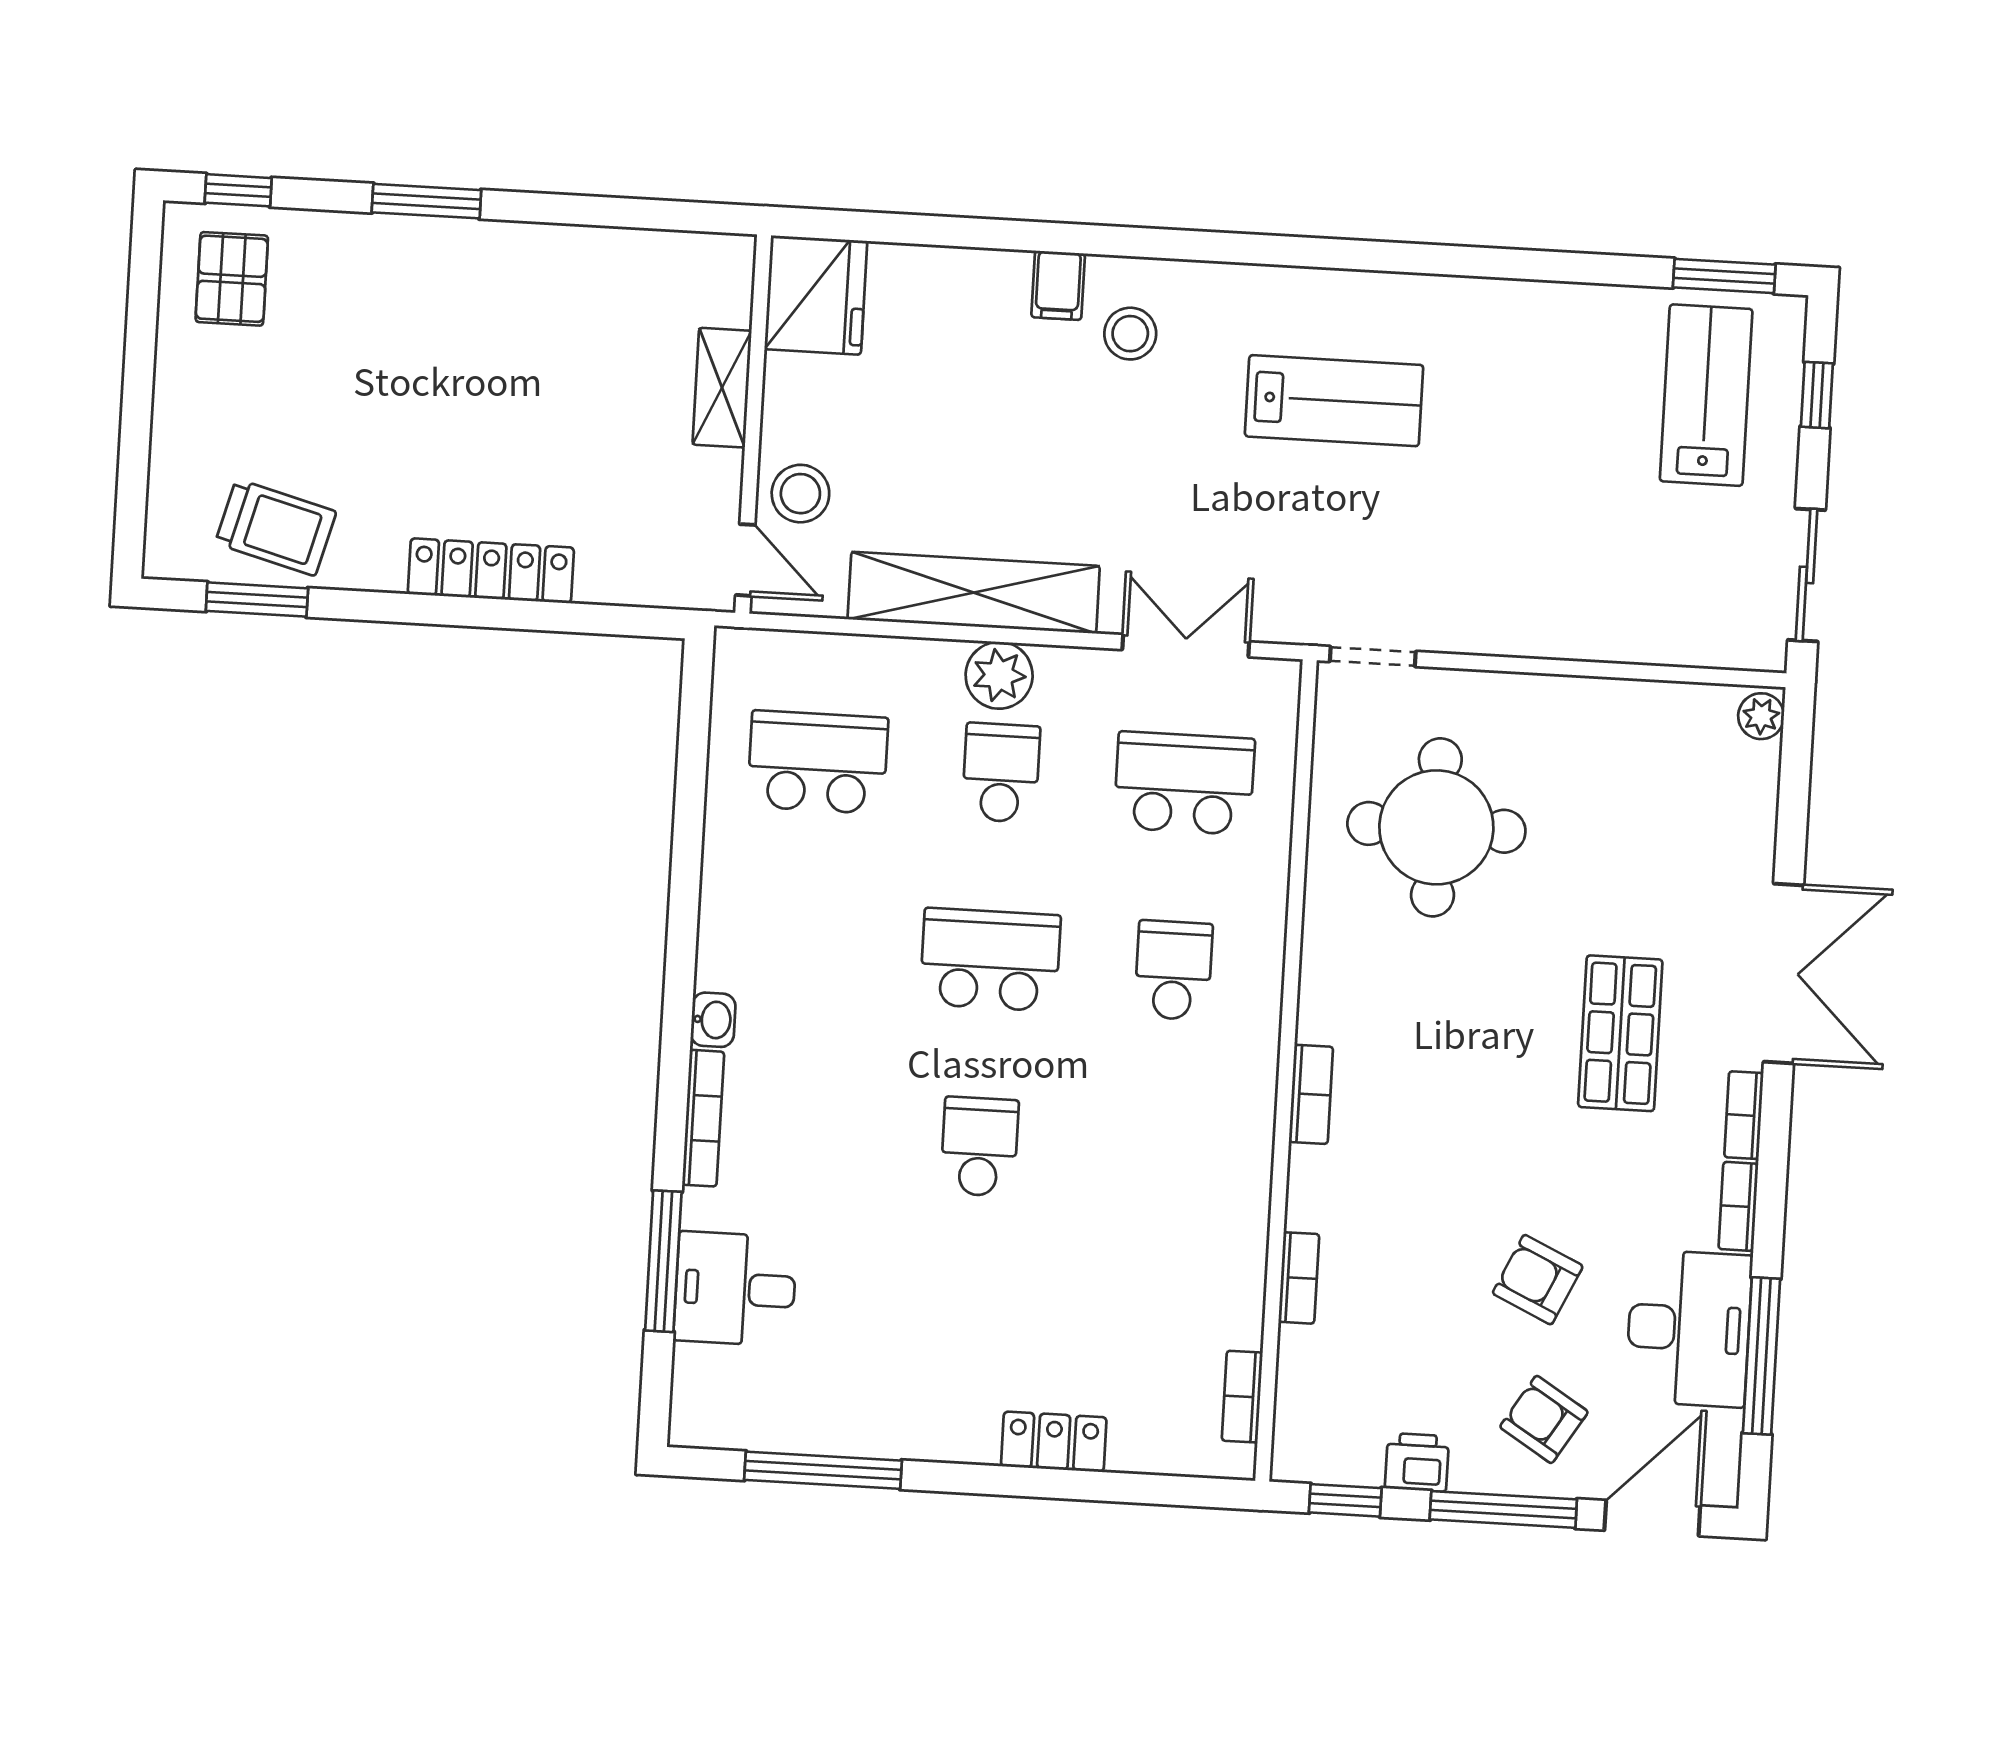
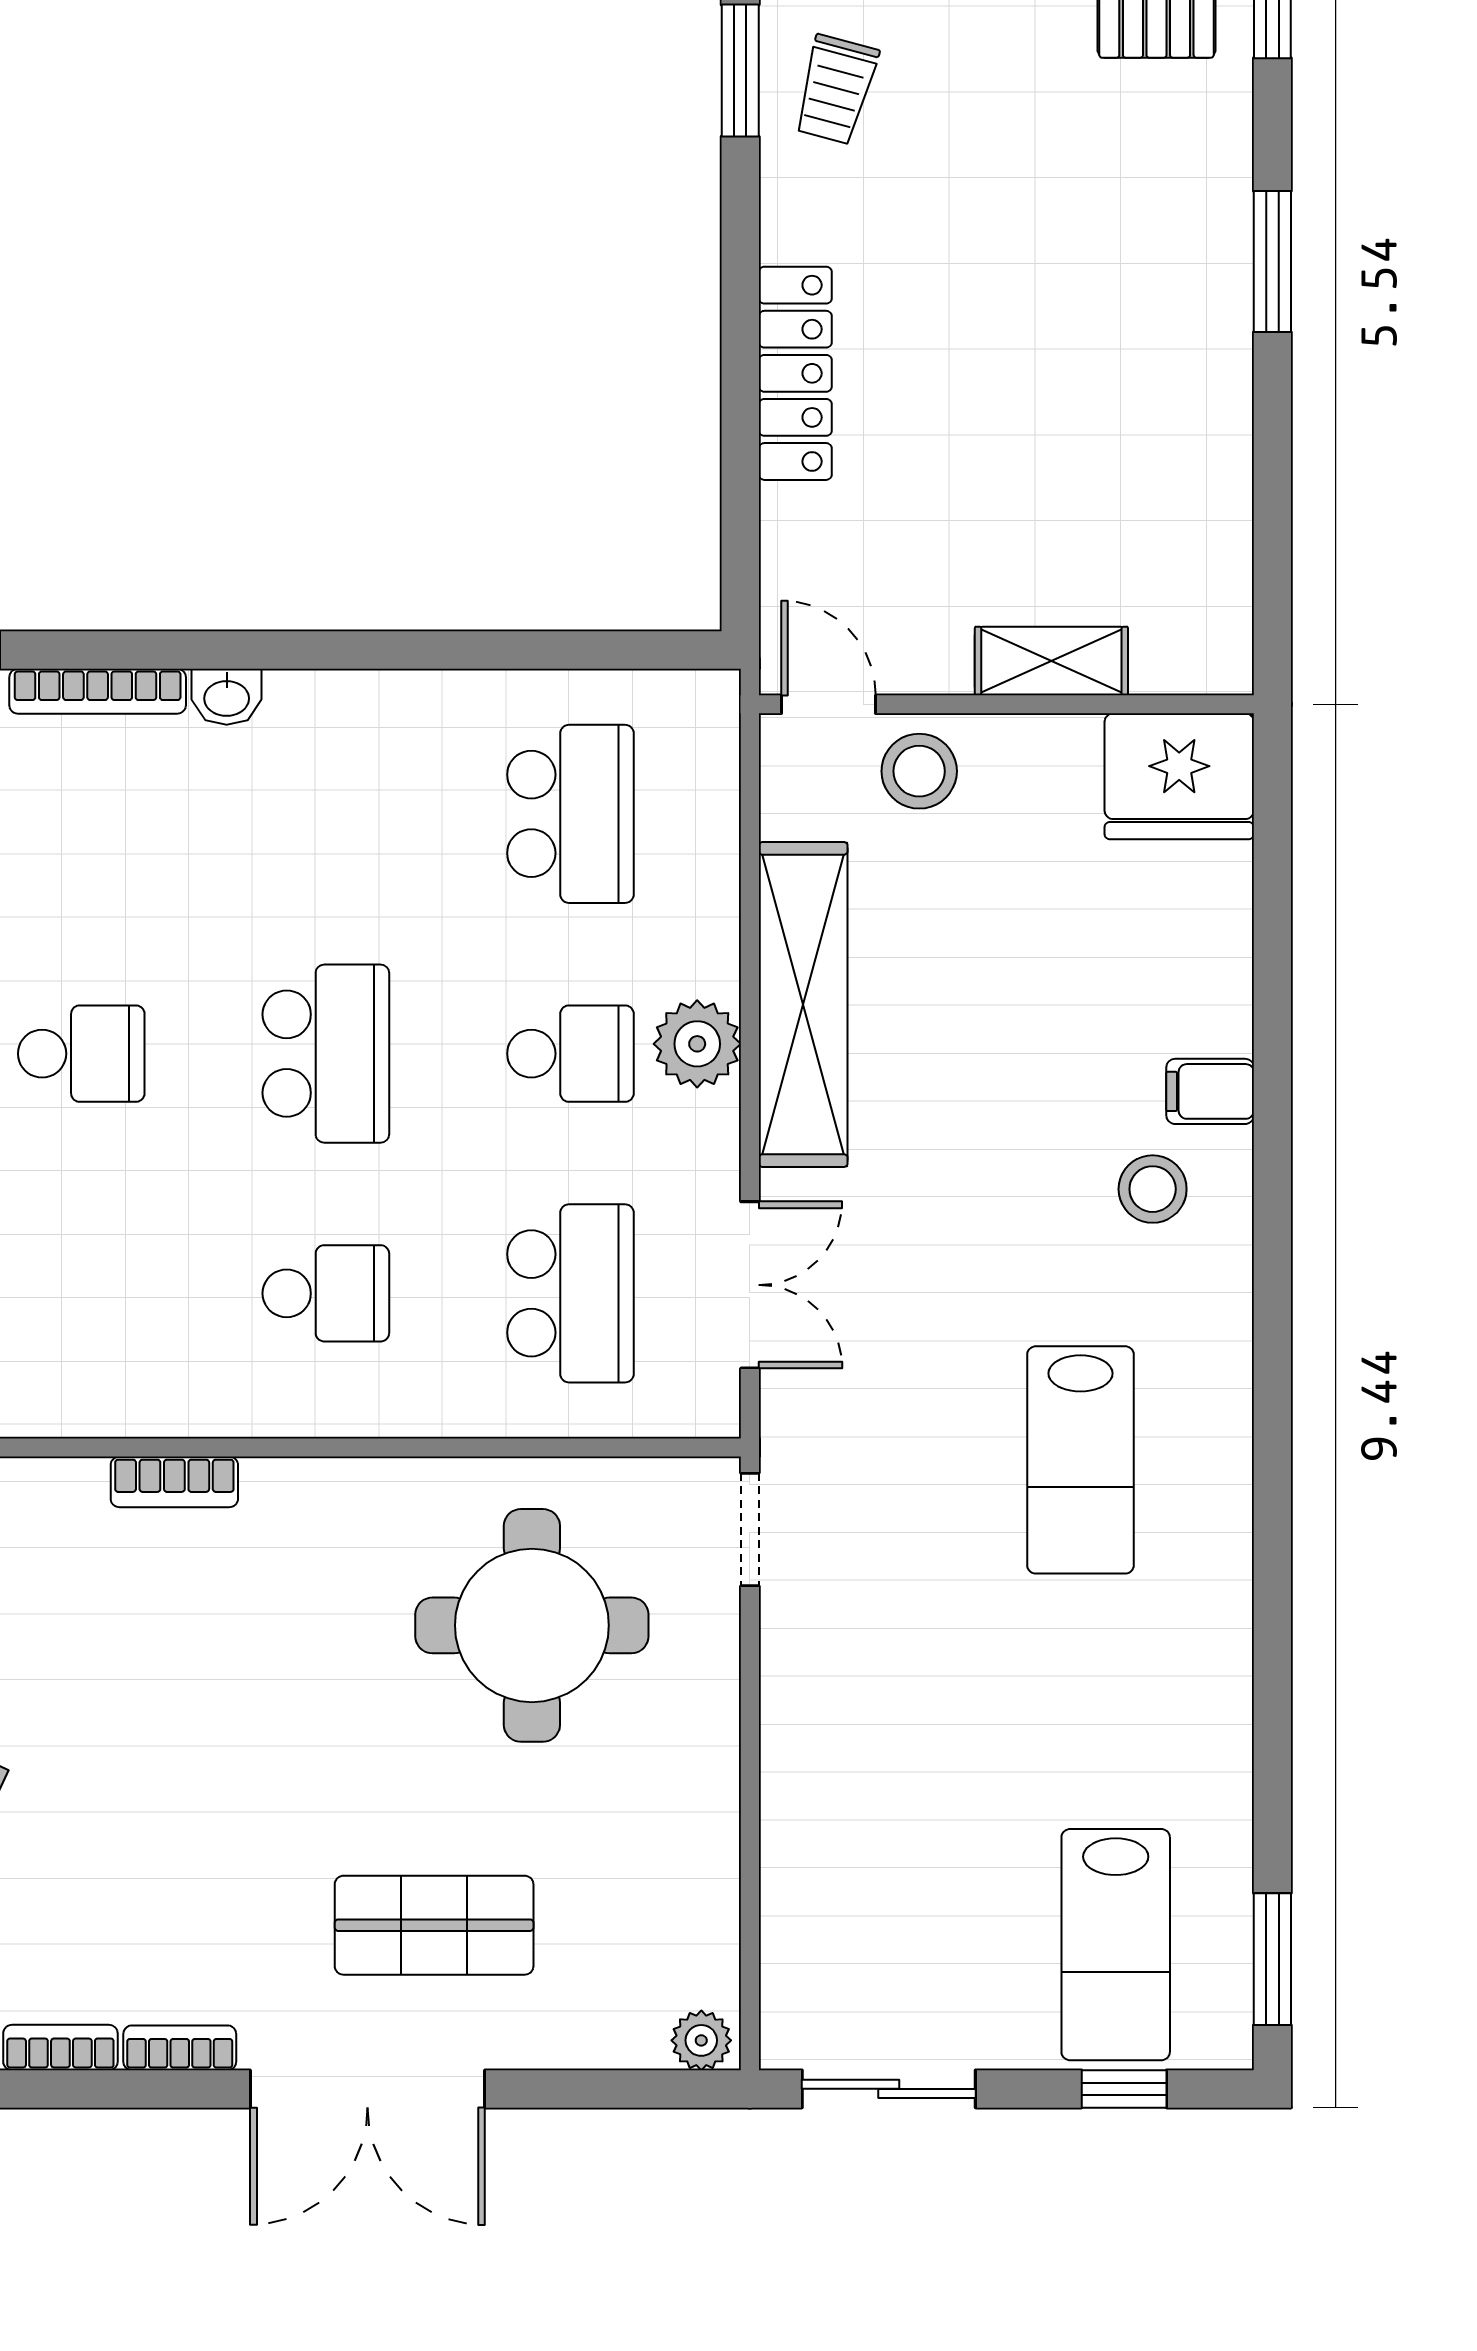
lab bench: (1706, 395) -> (1116, 1945), turned 90
trolley: (276, 527) -> (836, 90), width x0.73, depth x0.72
door: (745, 560) -> (829, 704), swing flipped
shop shelf: (1620, 1033) -> (434, 1925), moved

